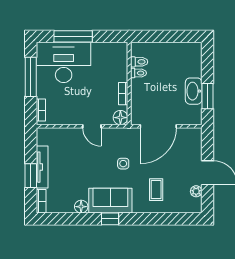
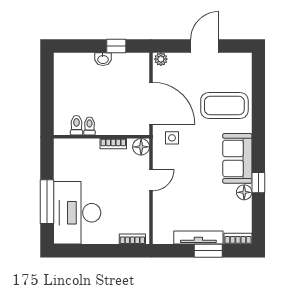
window: (31, 77) -> (94, 251), removed
washbasin: (194, 91) -> (103, 59), width x0.52, depth x0.69
window: (207, 96) -> (116, 46), width x0.67
side table: (123, 164) -> (172, 138), moved
coffee table: (156, 190) -> (224, 105), width x1.86, depth x1.72
plant: (196, 191) -> (161, 59), moved
window: (110, 219) -> (258, 183), moved

